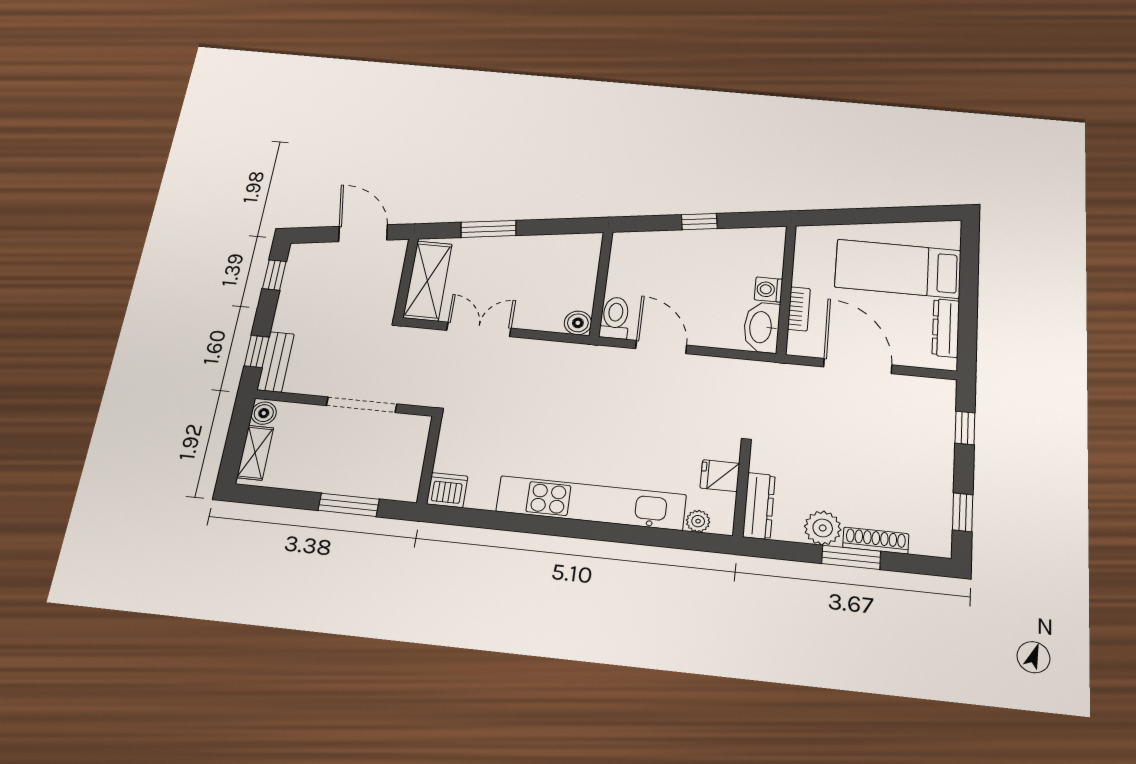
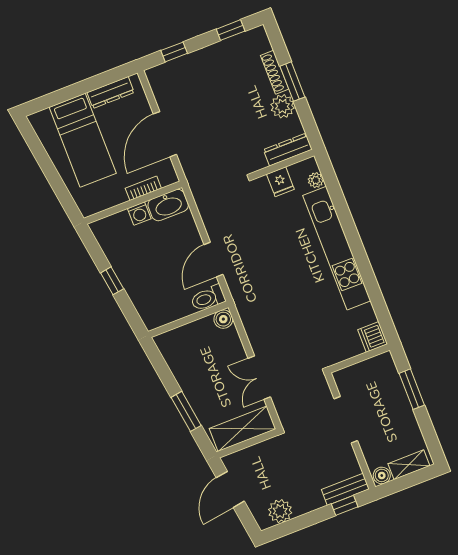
window: (274, 275) -> (288, 527), removed
plant: (300, 275) -> (280, 511), added

